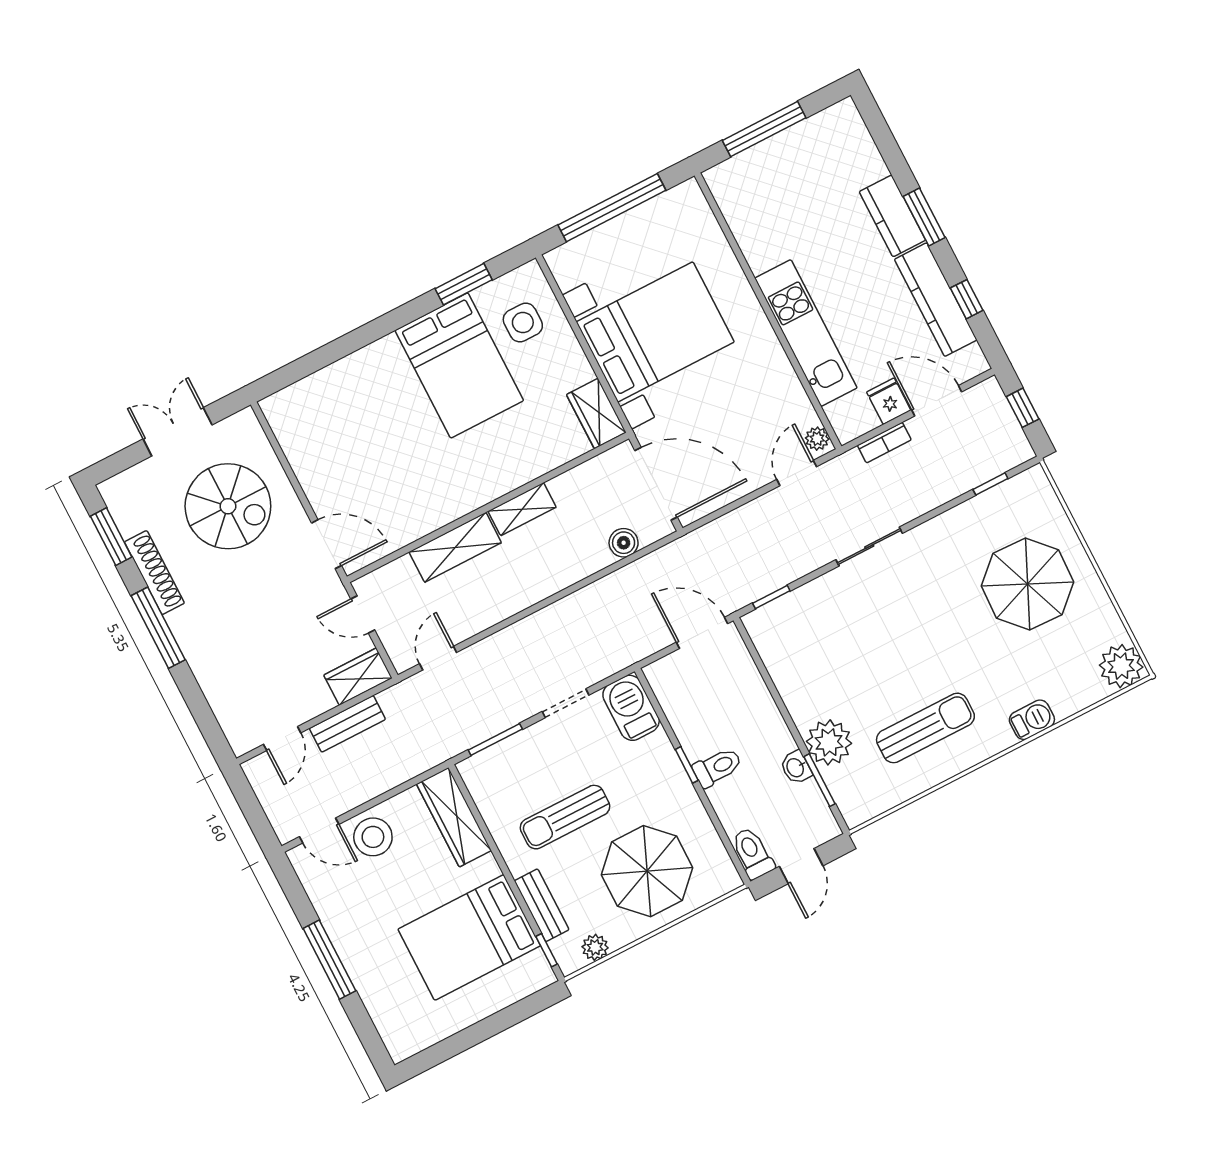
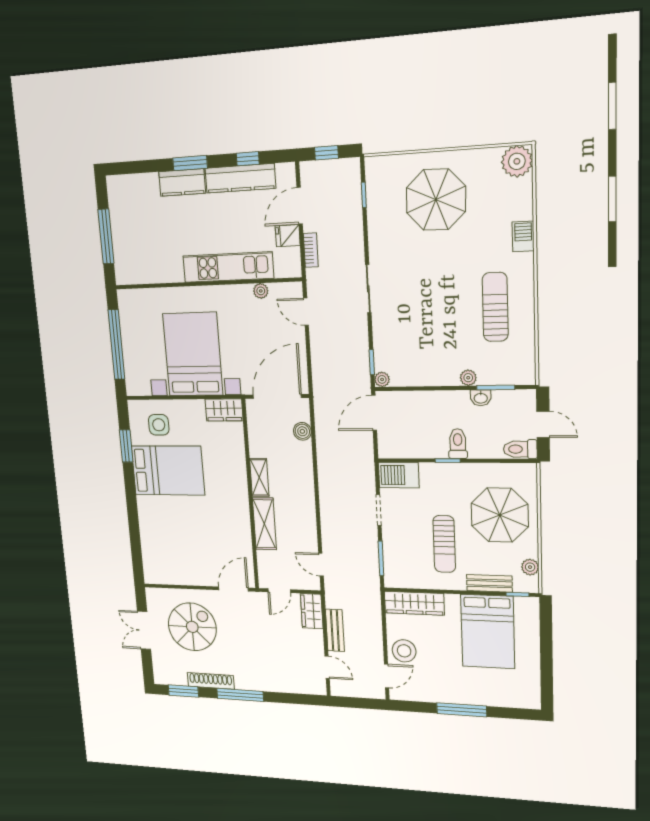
plant: (817, 439) -> (261, 291), moved
plant: (754, 622) -> (382, 379), added
plant: (829, 742) -> (468, 378), width x0.53, depth x0.53

